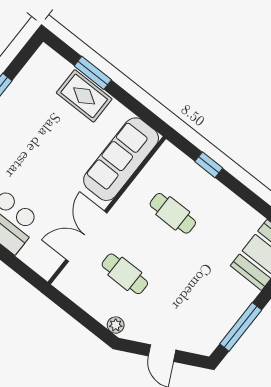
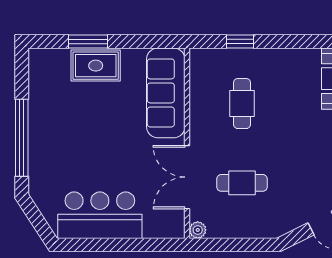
cafe table: (173, 213) -> (242, 104), turned 90
plant: (116, 325) -> (198, 230), moved

